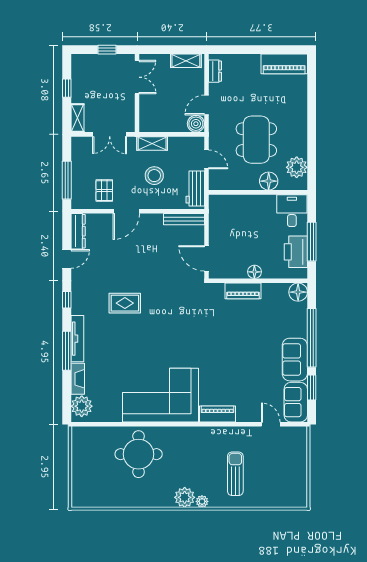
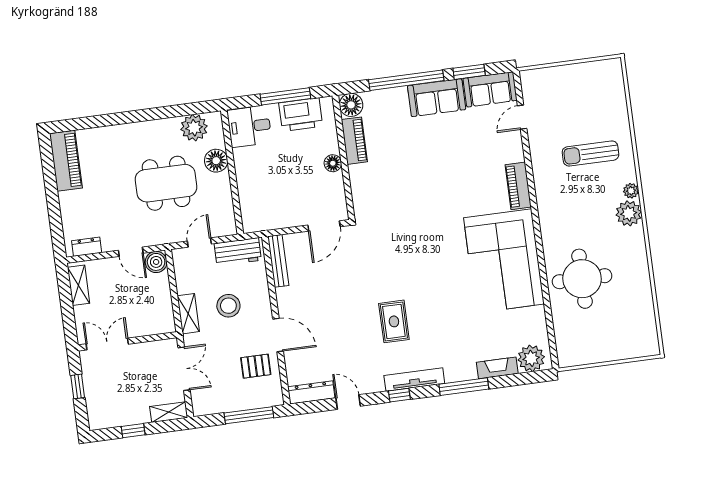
piano: (243, 291) -> (354, 141), moved
tv unit: (77, 339) -> (414, 380), moved

